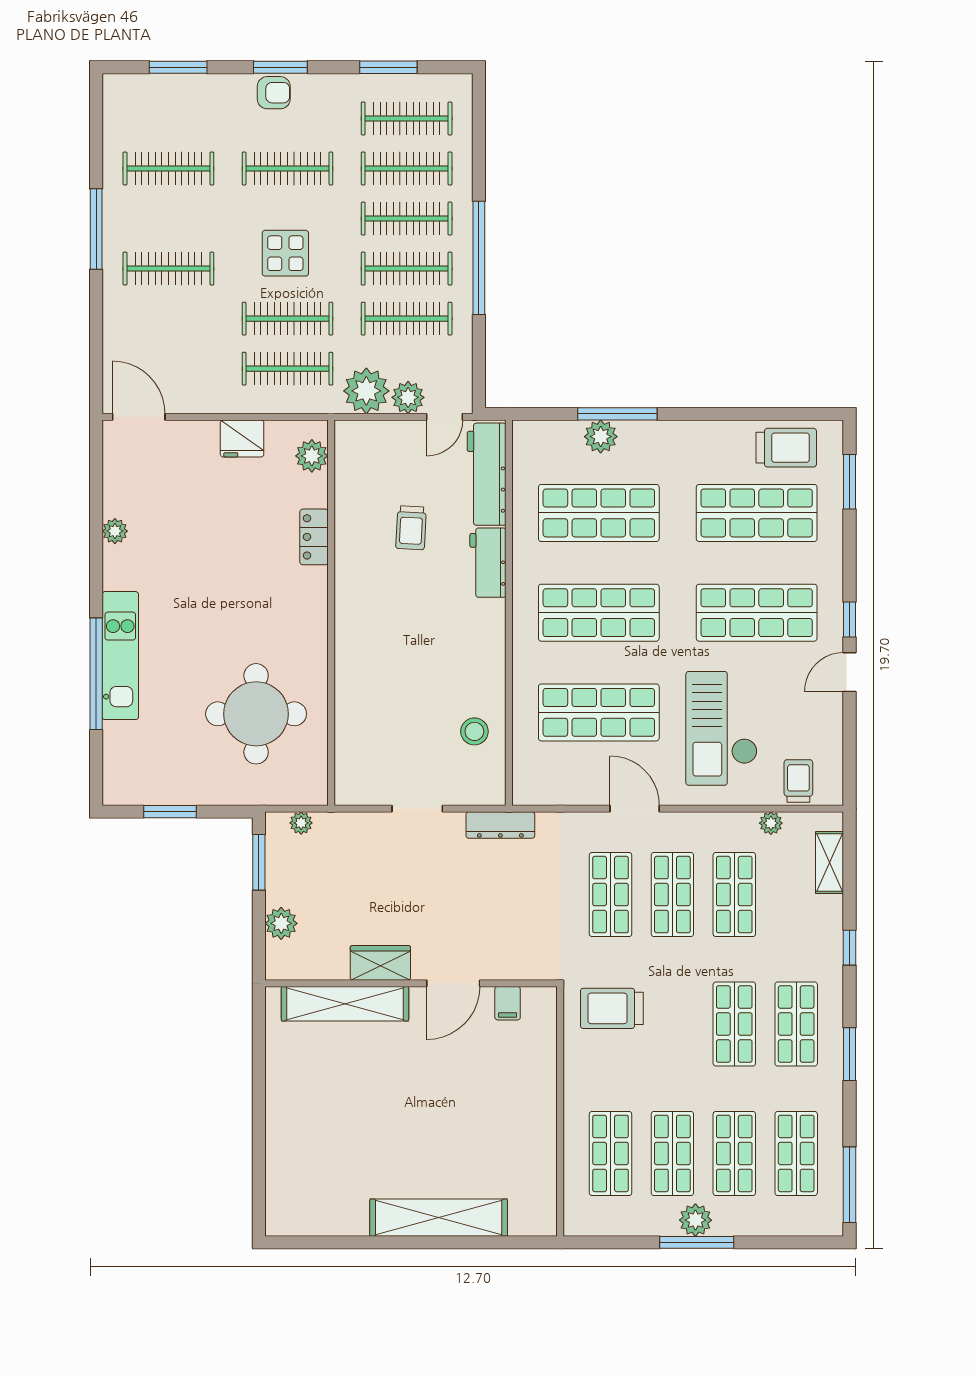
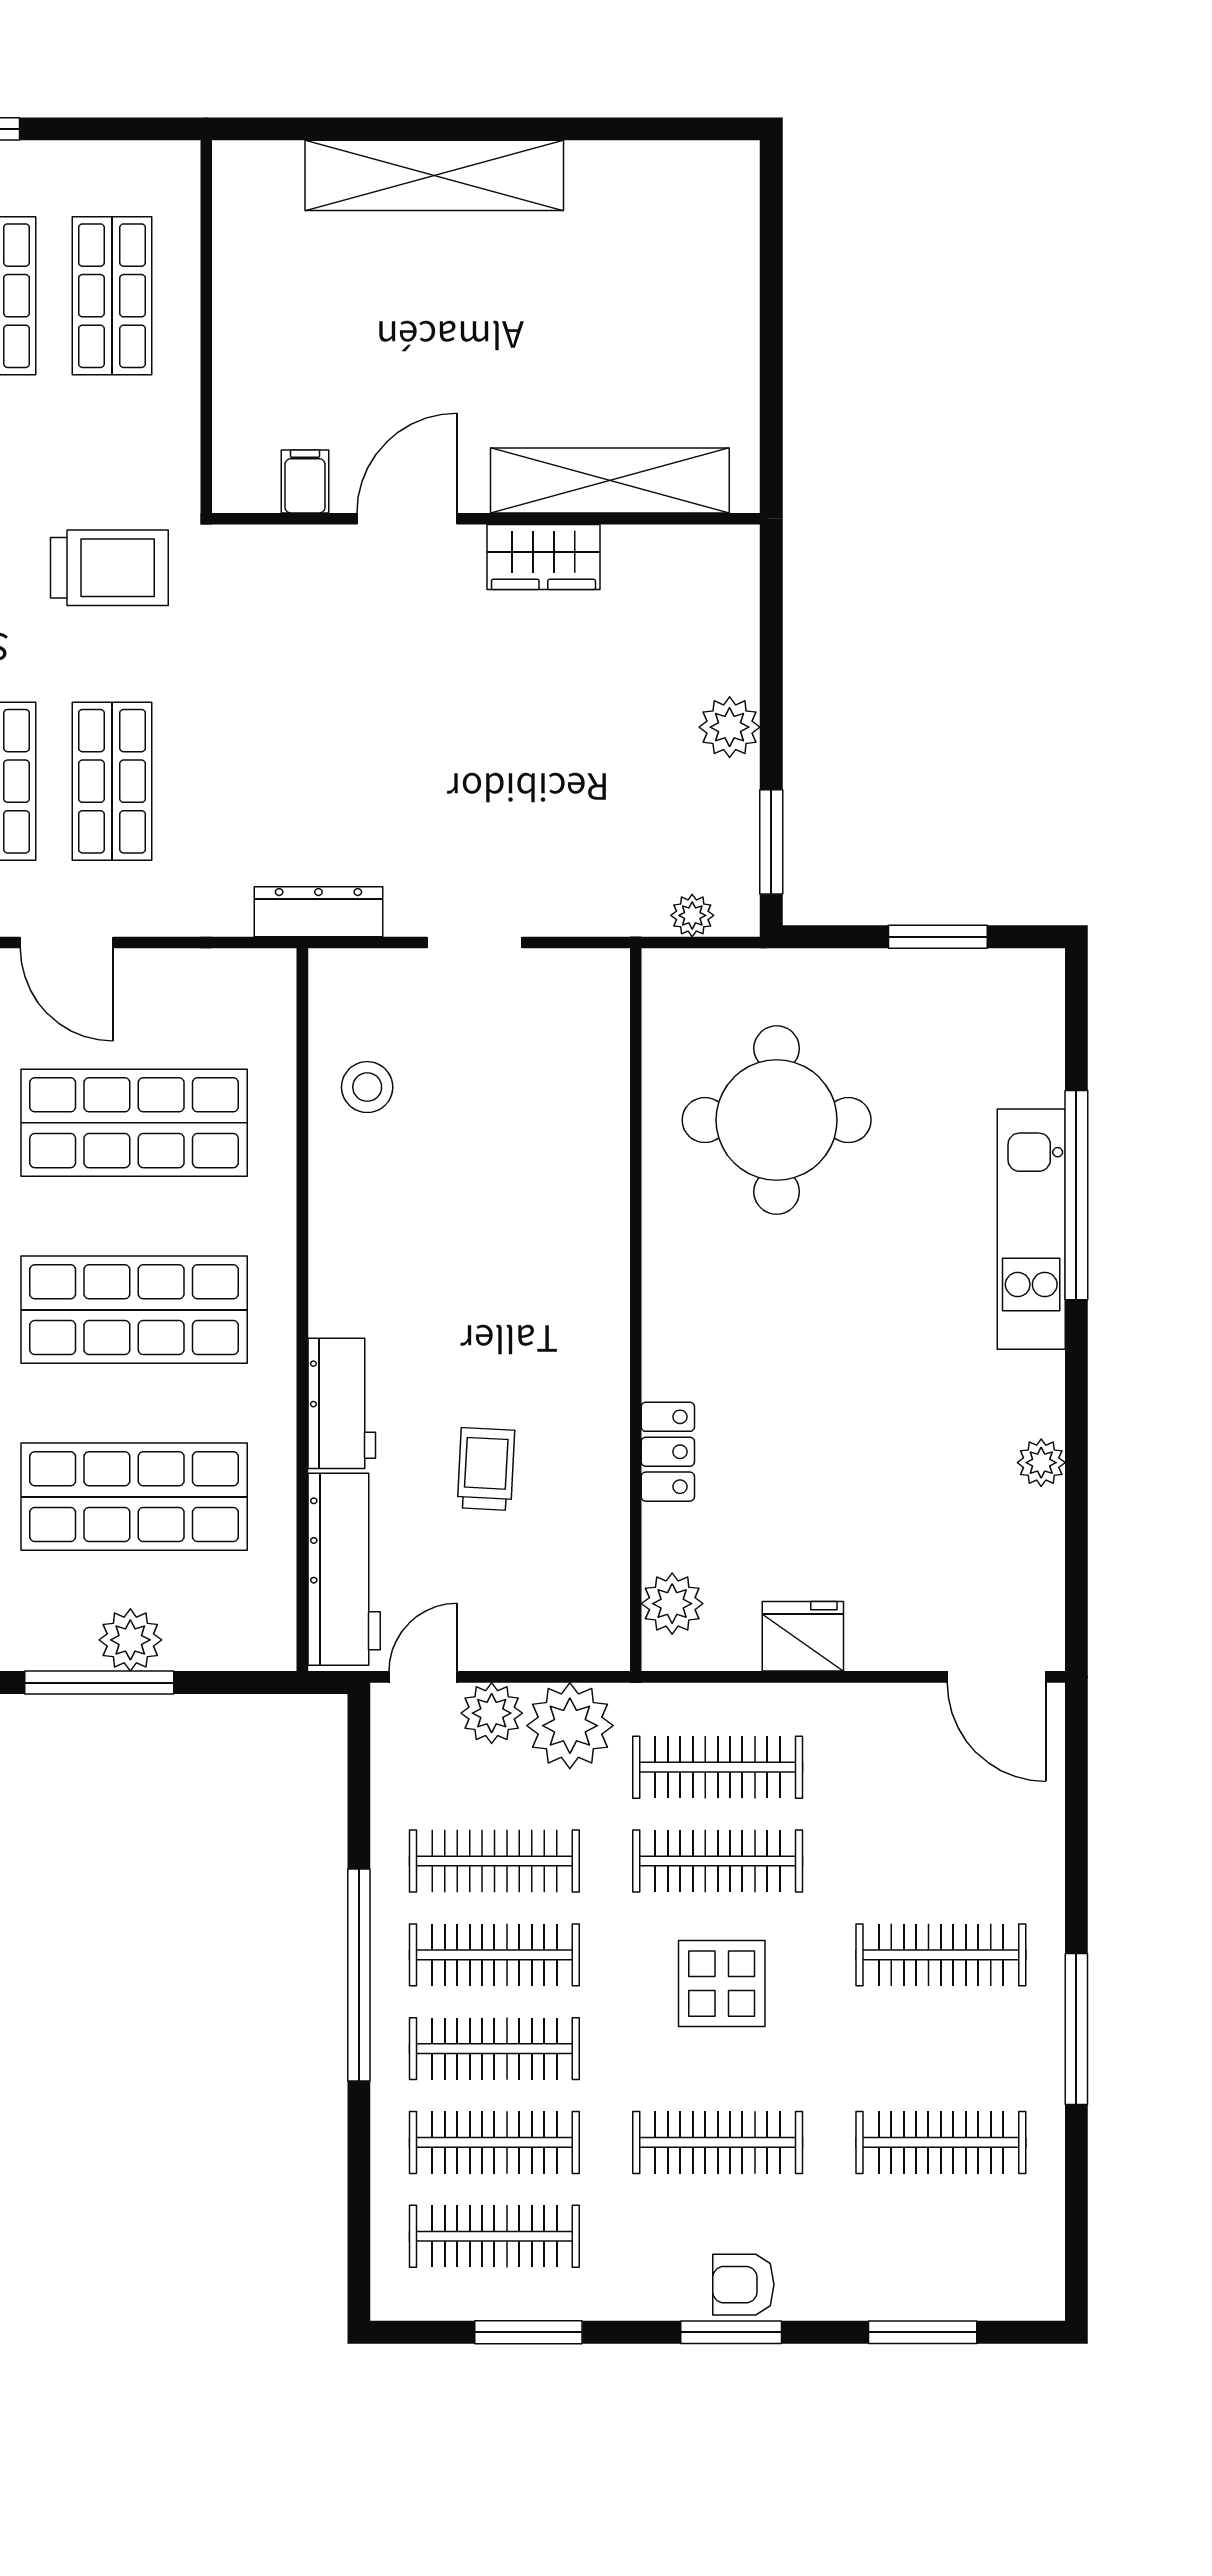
wardrobe: (380, 963) -> (543, 557), moved
wall: (411, 983) -> (486, 519), moved
door: (453, 983) -> (407, 519), moved
filing cabinet: (508, 1003) -> (305, 481), moved
shelving: (345, 1004) -> (610, 481), moved

